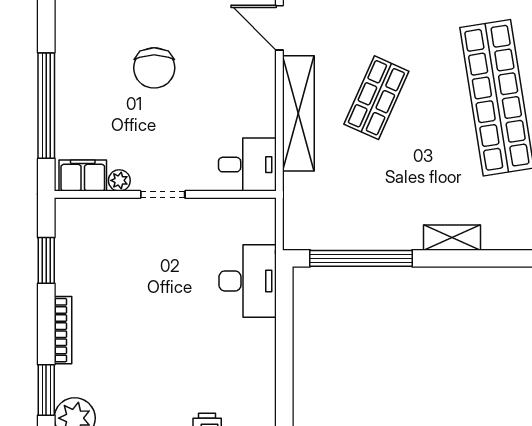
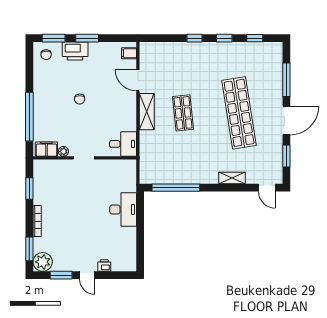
chair: (154, 68) -> (80, 99), width x0.54, depth x0.54
shop shelf: (376, 98) -> (183, 113), turned -30
shelving: (298, 113) -> (147, 112), width x0.68
shelving: (452, 238) -> (232, 178), moved
desk: (248, 281) -> (123, 209), moved

